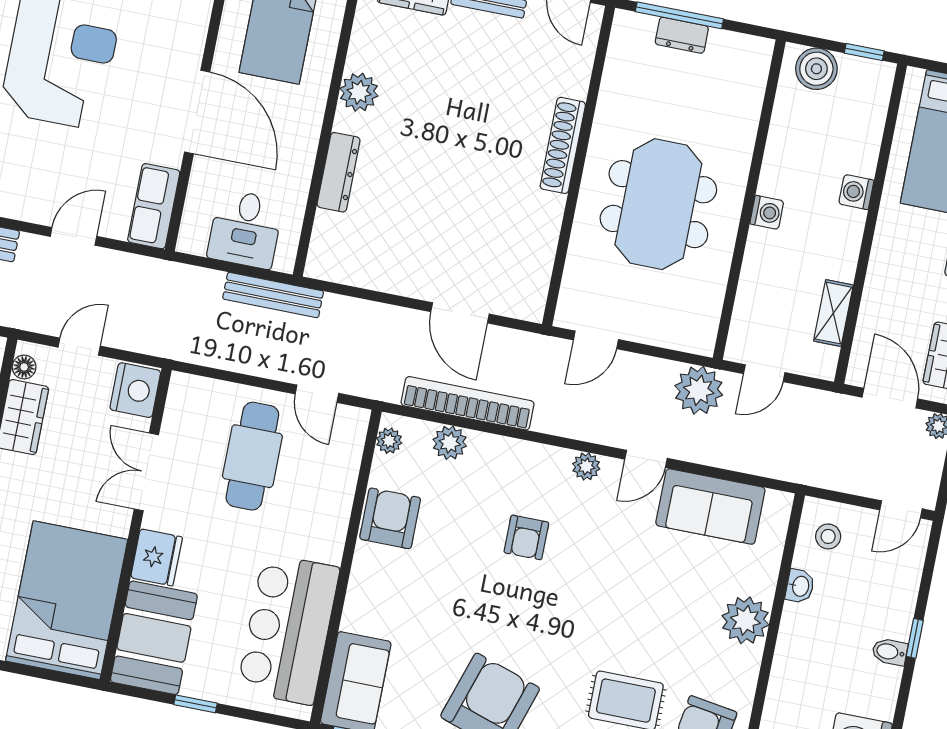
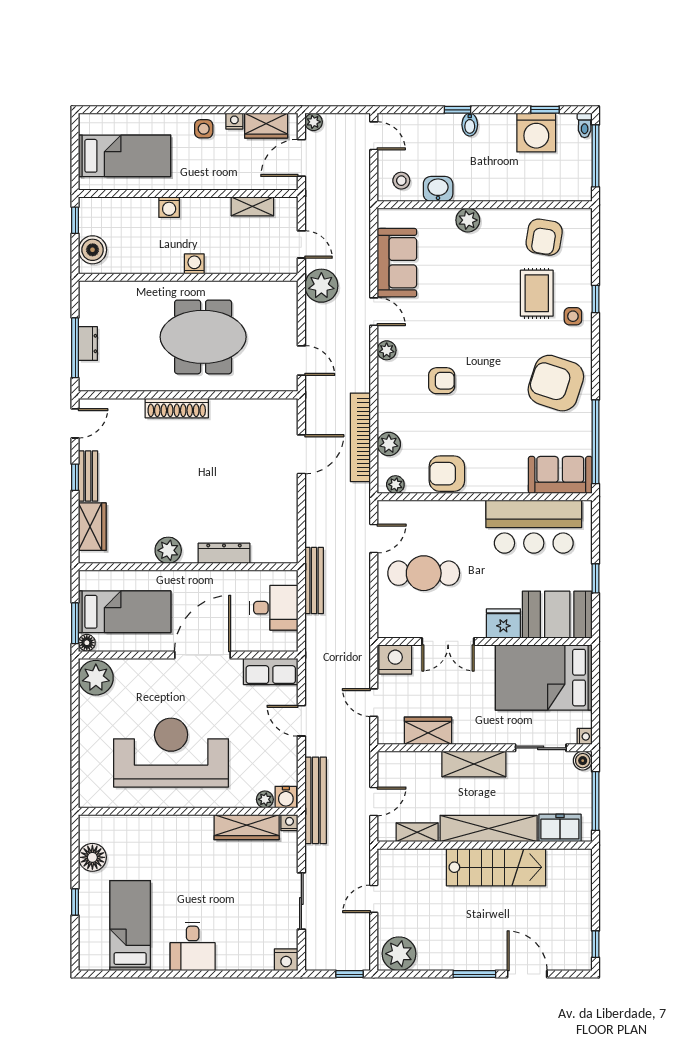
floor lamp: (24, 367) -> (395, 736), removed
washbasin: (800, 586) -> (438, 189), width x1.38, depth x1.45
plant: (745, 620) -> (468, 220), width x0.73, depth x0.73

